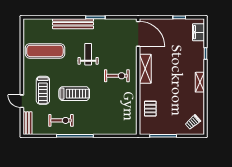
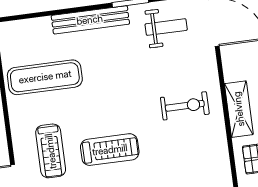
weight bench: (88, 54) -> (166, 27), moved, turned 90
shelving: (145, 69) -> (239, 109), moved

